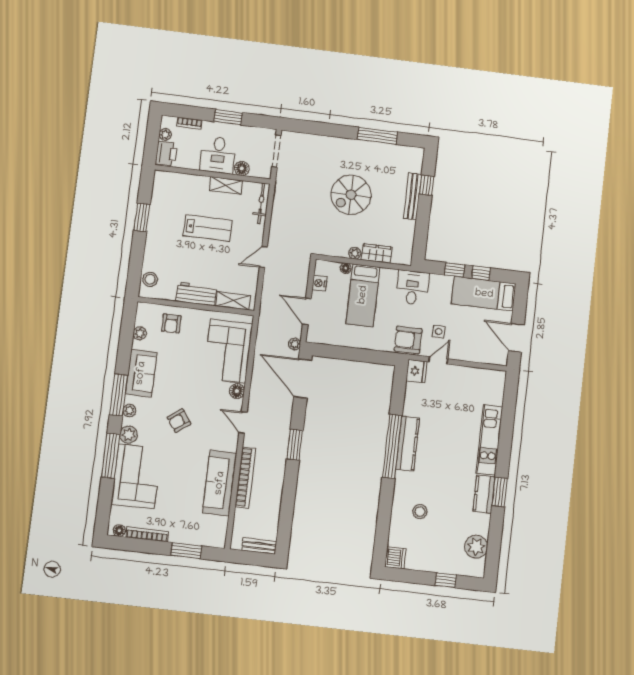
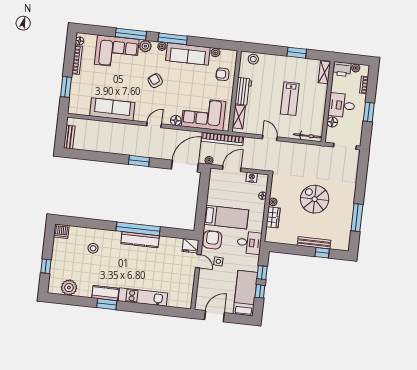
shelving: (226, 185) -> (324, 72), moved
bed: (363, 295) -> (226, 217), moved, turned 180
sofa: (141, 373) -> (188, 54), width x1.36
bookcase: (245, 477) -> (223, 139), moved

